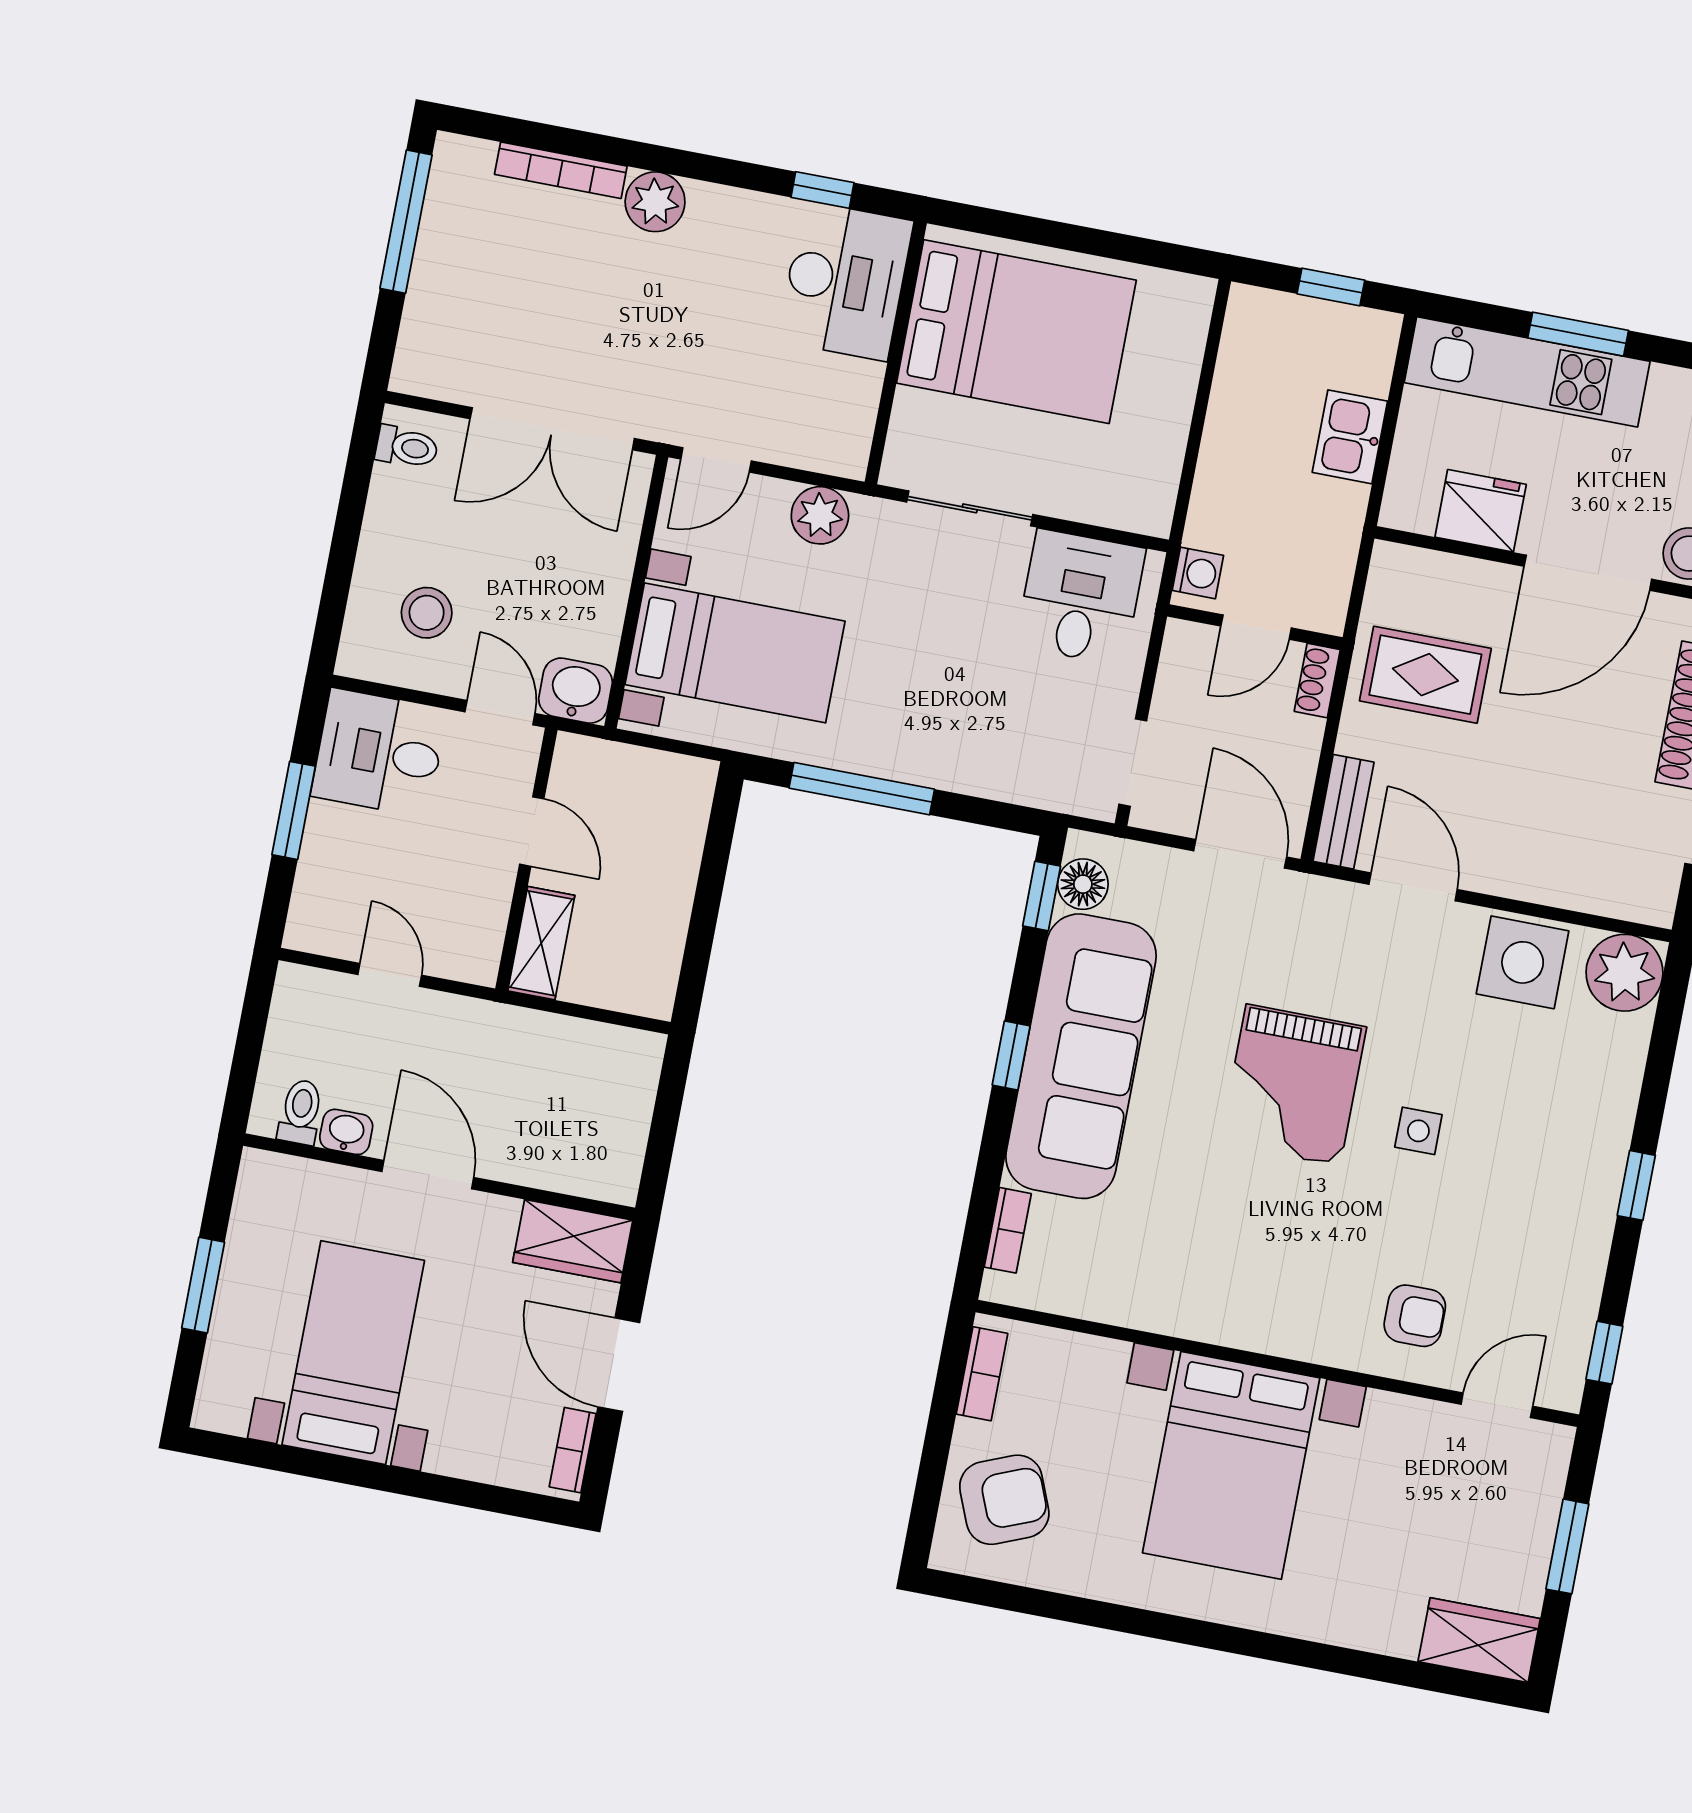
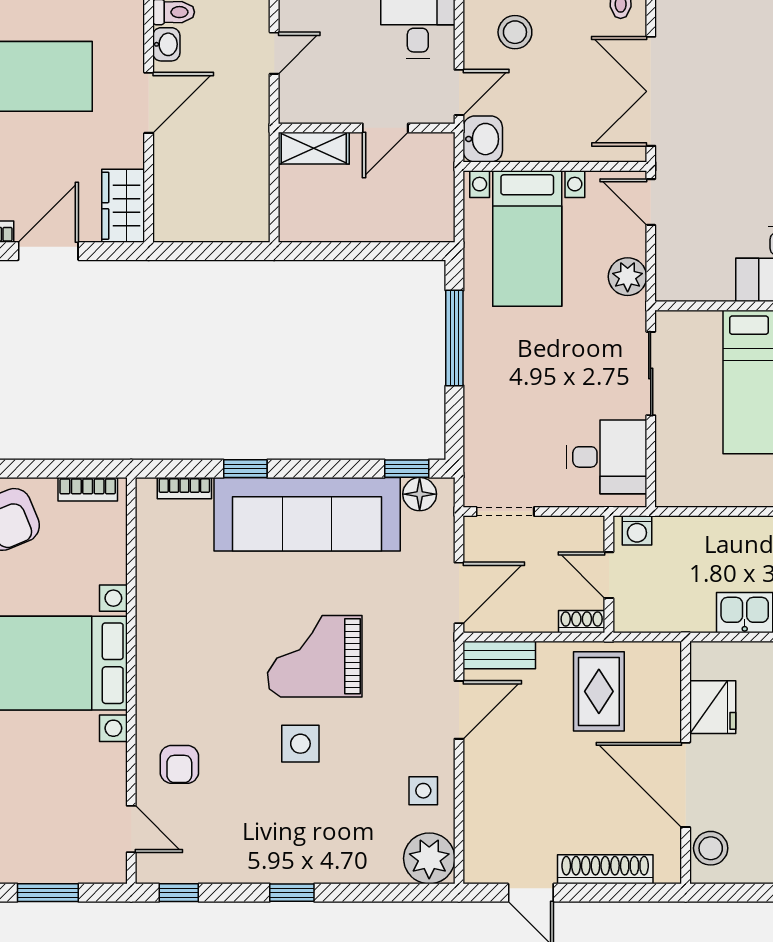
side table: (1523, 962) -> (423, 791), width x0.54, depth x0.54
window: (1011, 1055) -> (245, 469), moved
side table: (1418, 1131) -> (300, 744), width x1.37, depth x1.37

